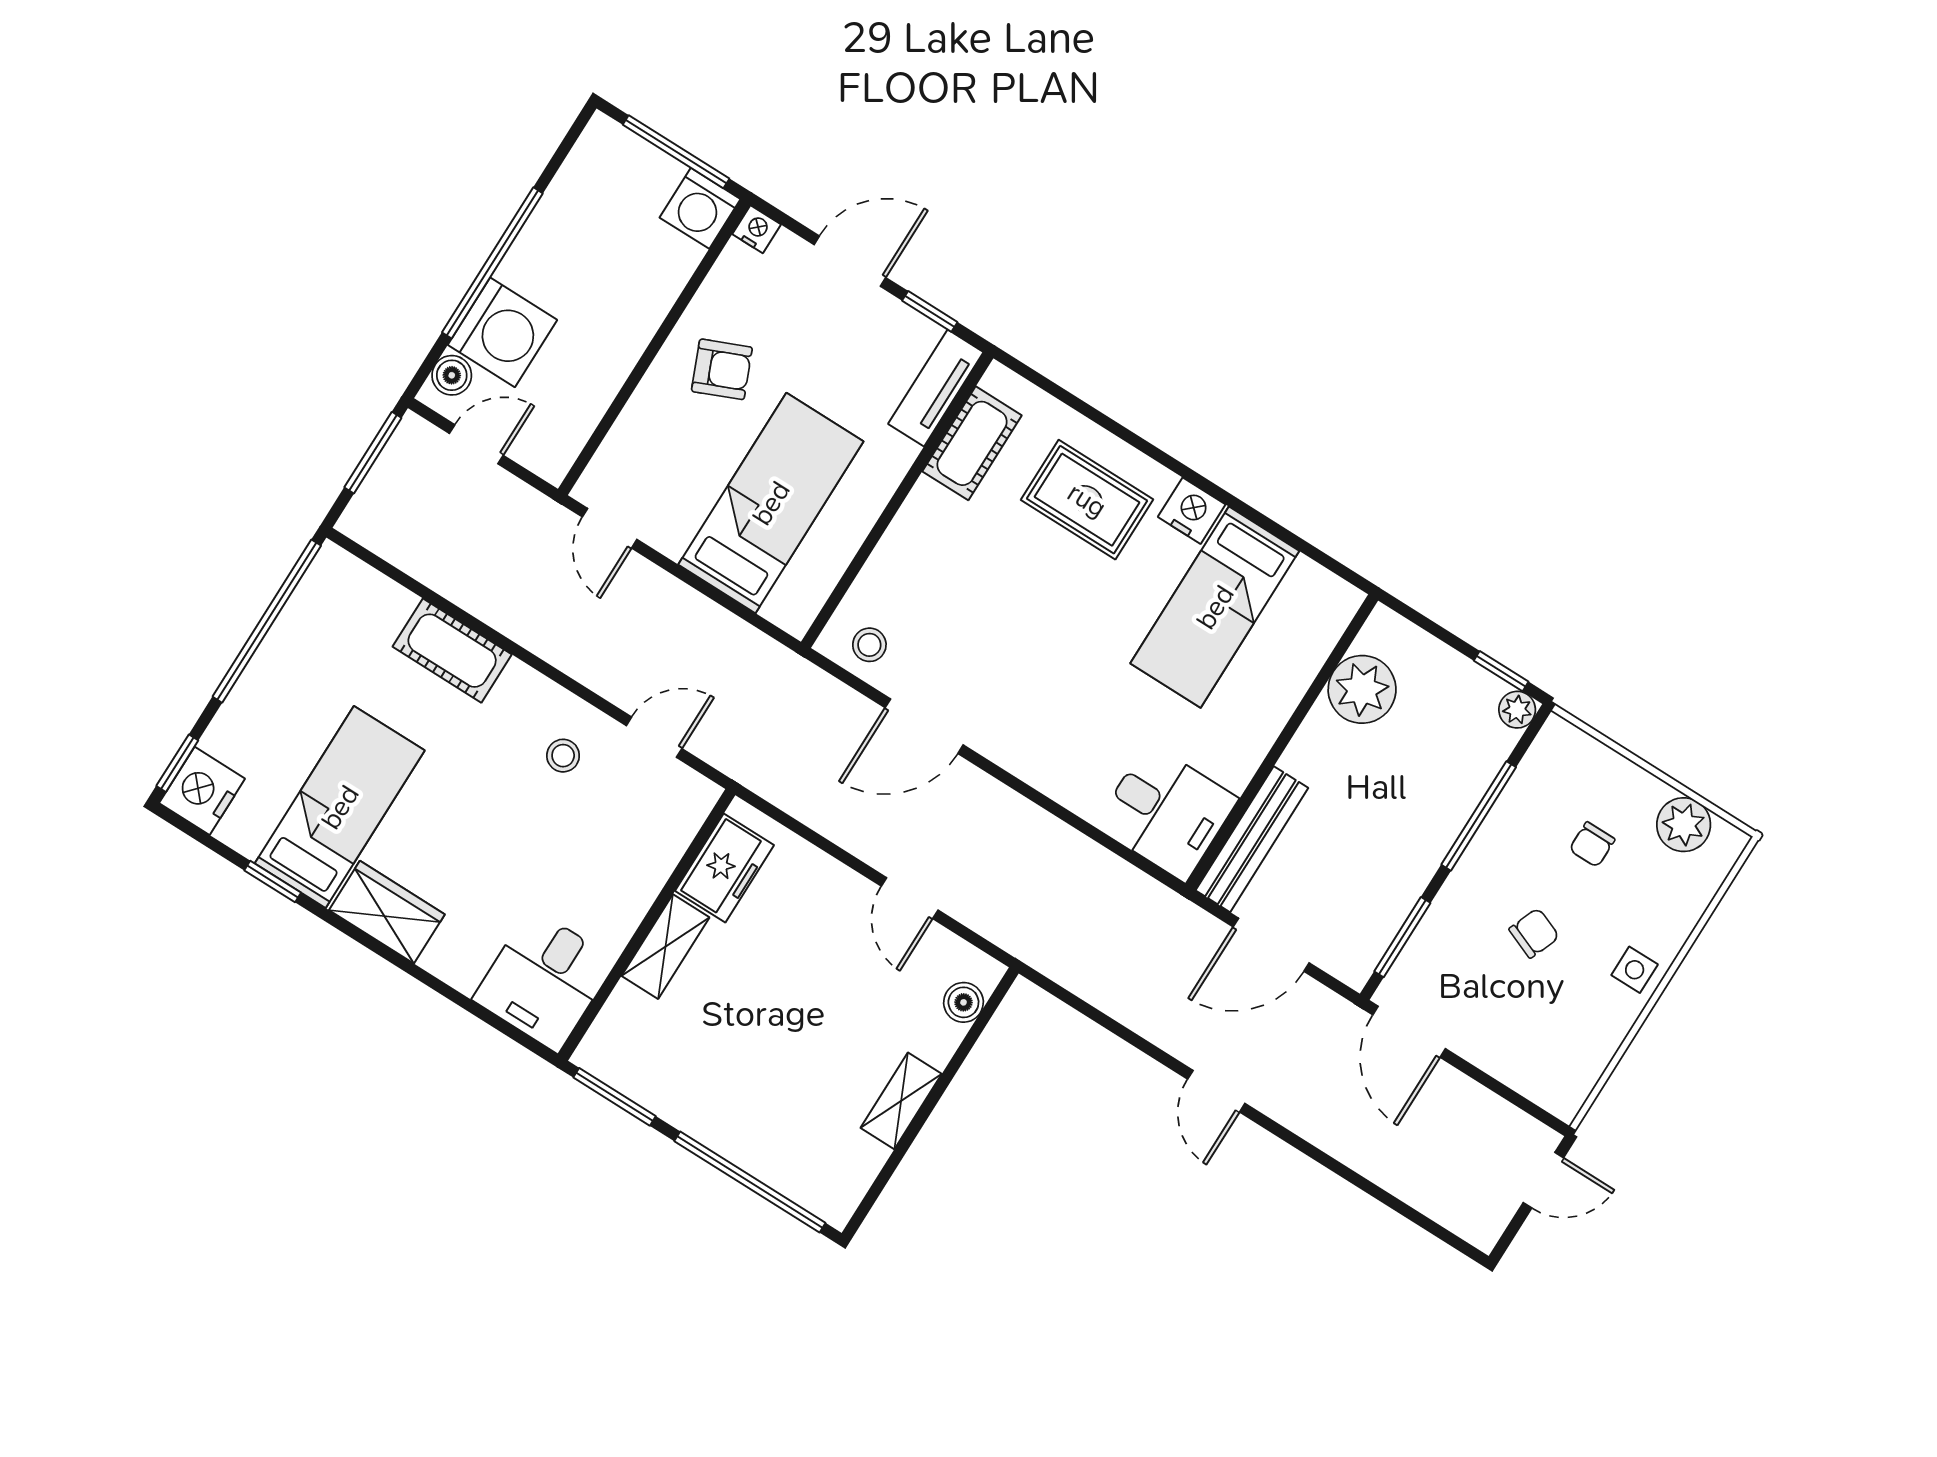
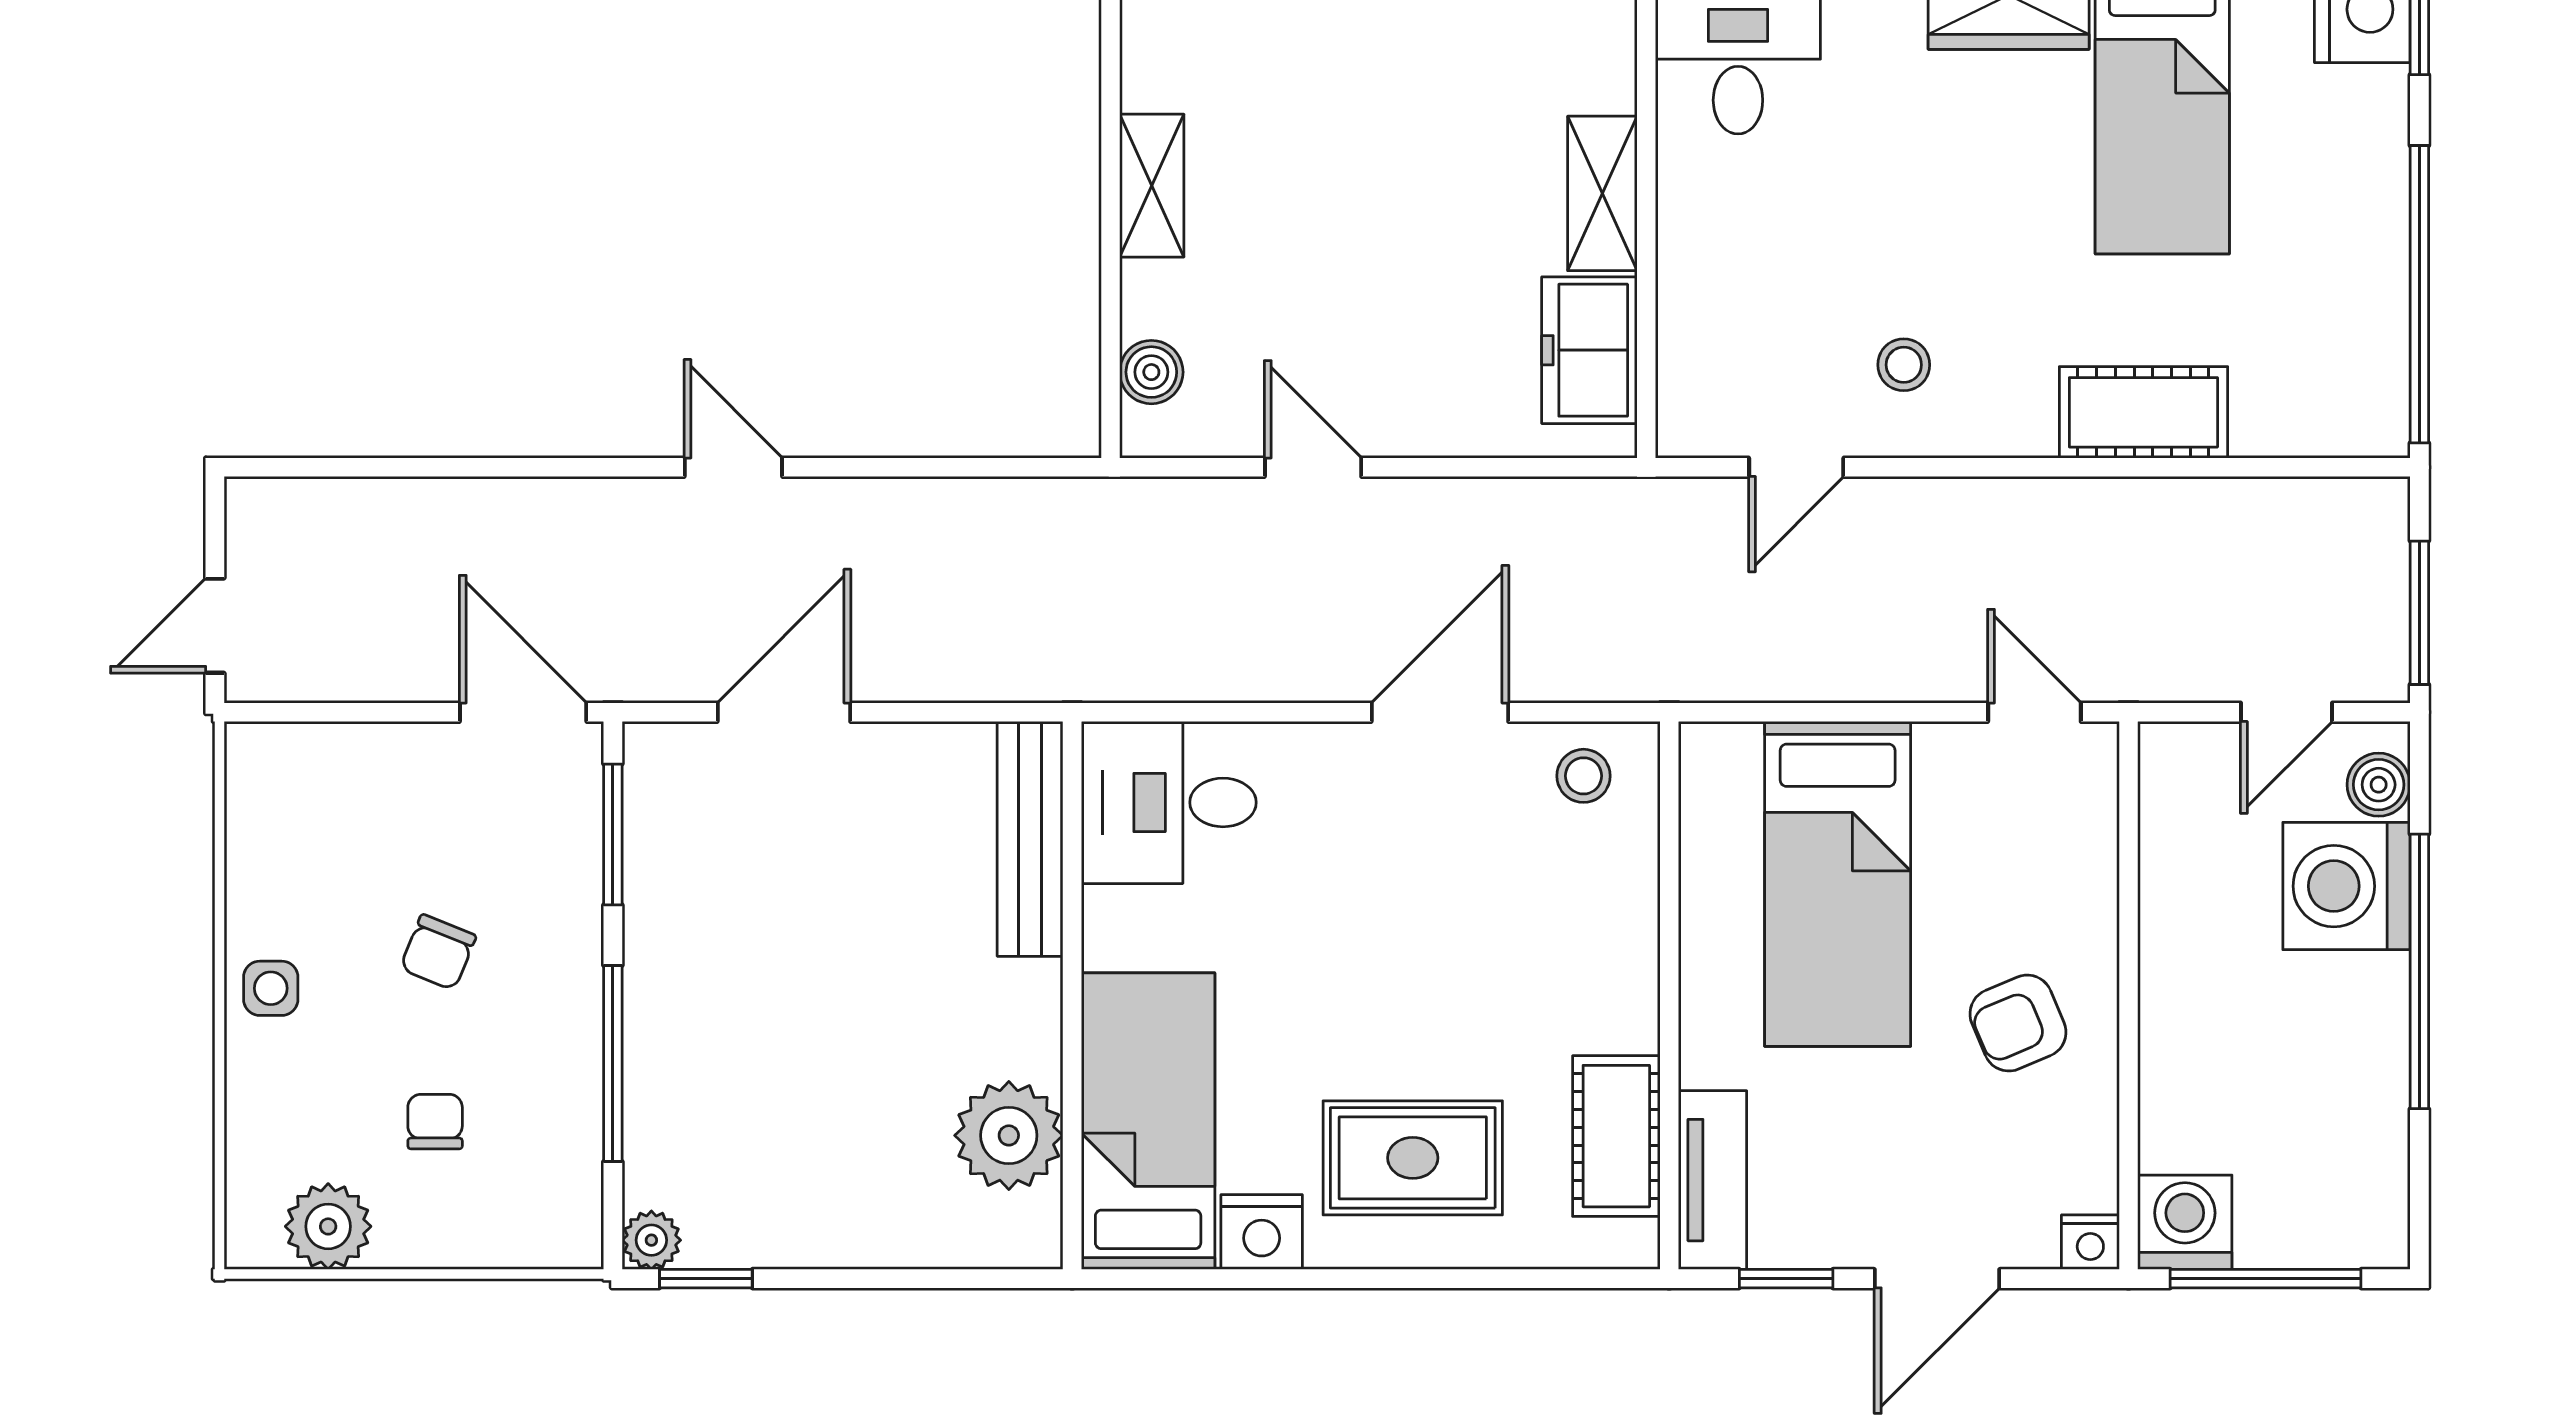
plant: (1362, 689) -> (1009, 1135), moved
wall: (1282, 742) -> (1072, 995), moved
desk: (1166, 812) -> (1169, 802), moved
bench: (1252, 839) -> (1030, 839), moved

